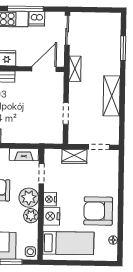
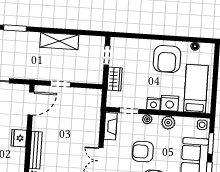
door: (44, 69) -> (31, 103), swing flipped
shelving: (75, 69) -> (32, 74), removed
doorway: (66, 114) -> (60, 84), moved
plant: (29, 198) -> (147, 119), width x0.53, depth x0.53

